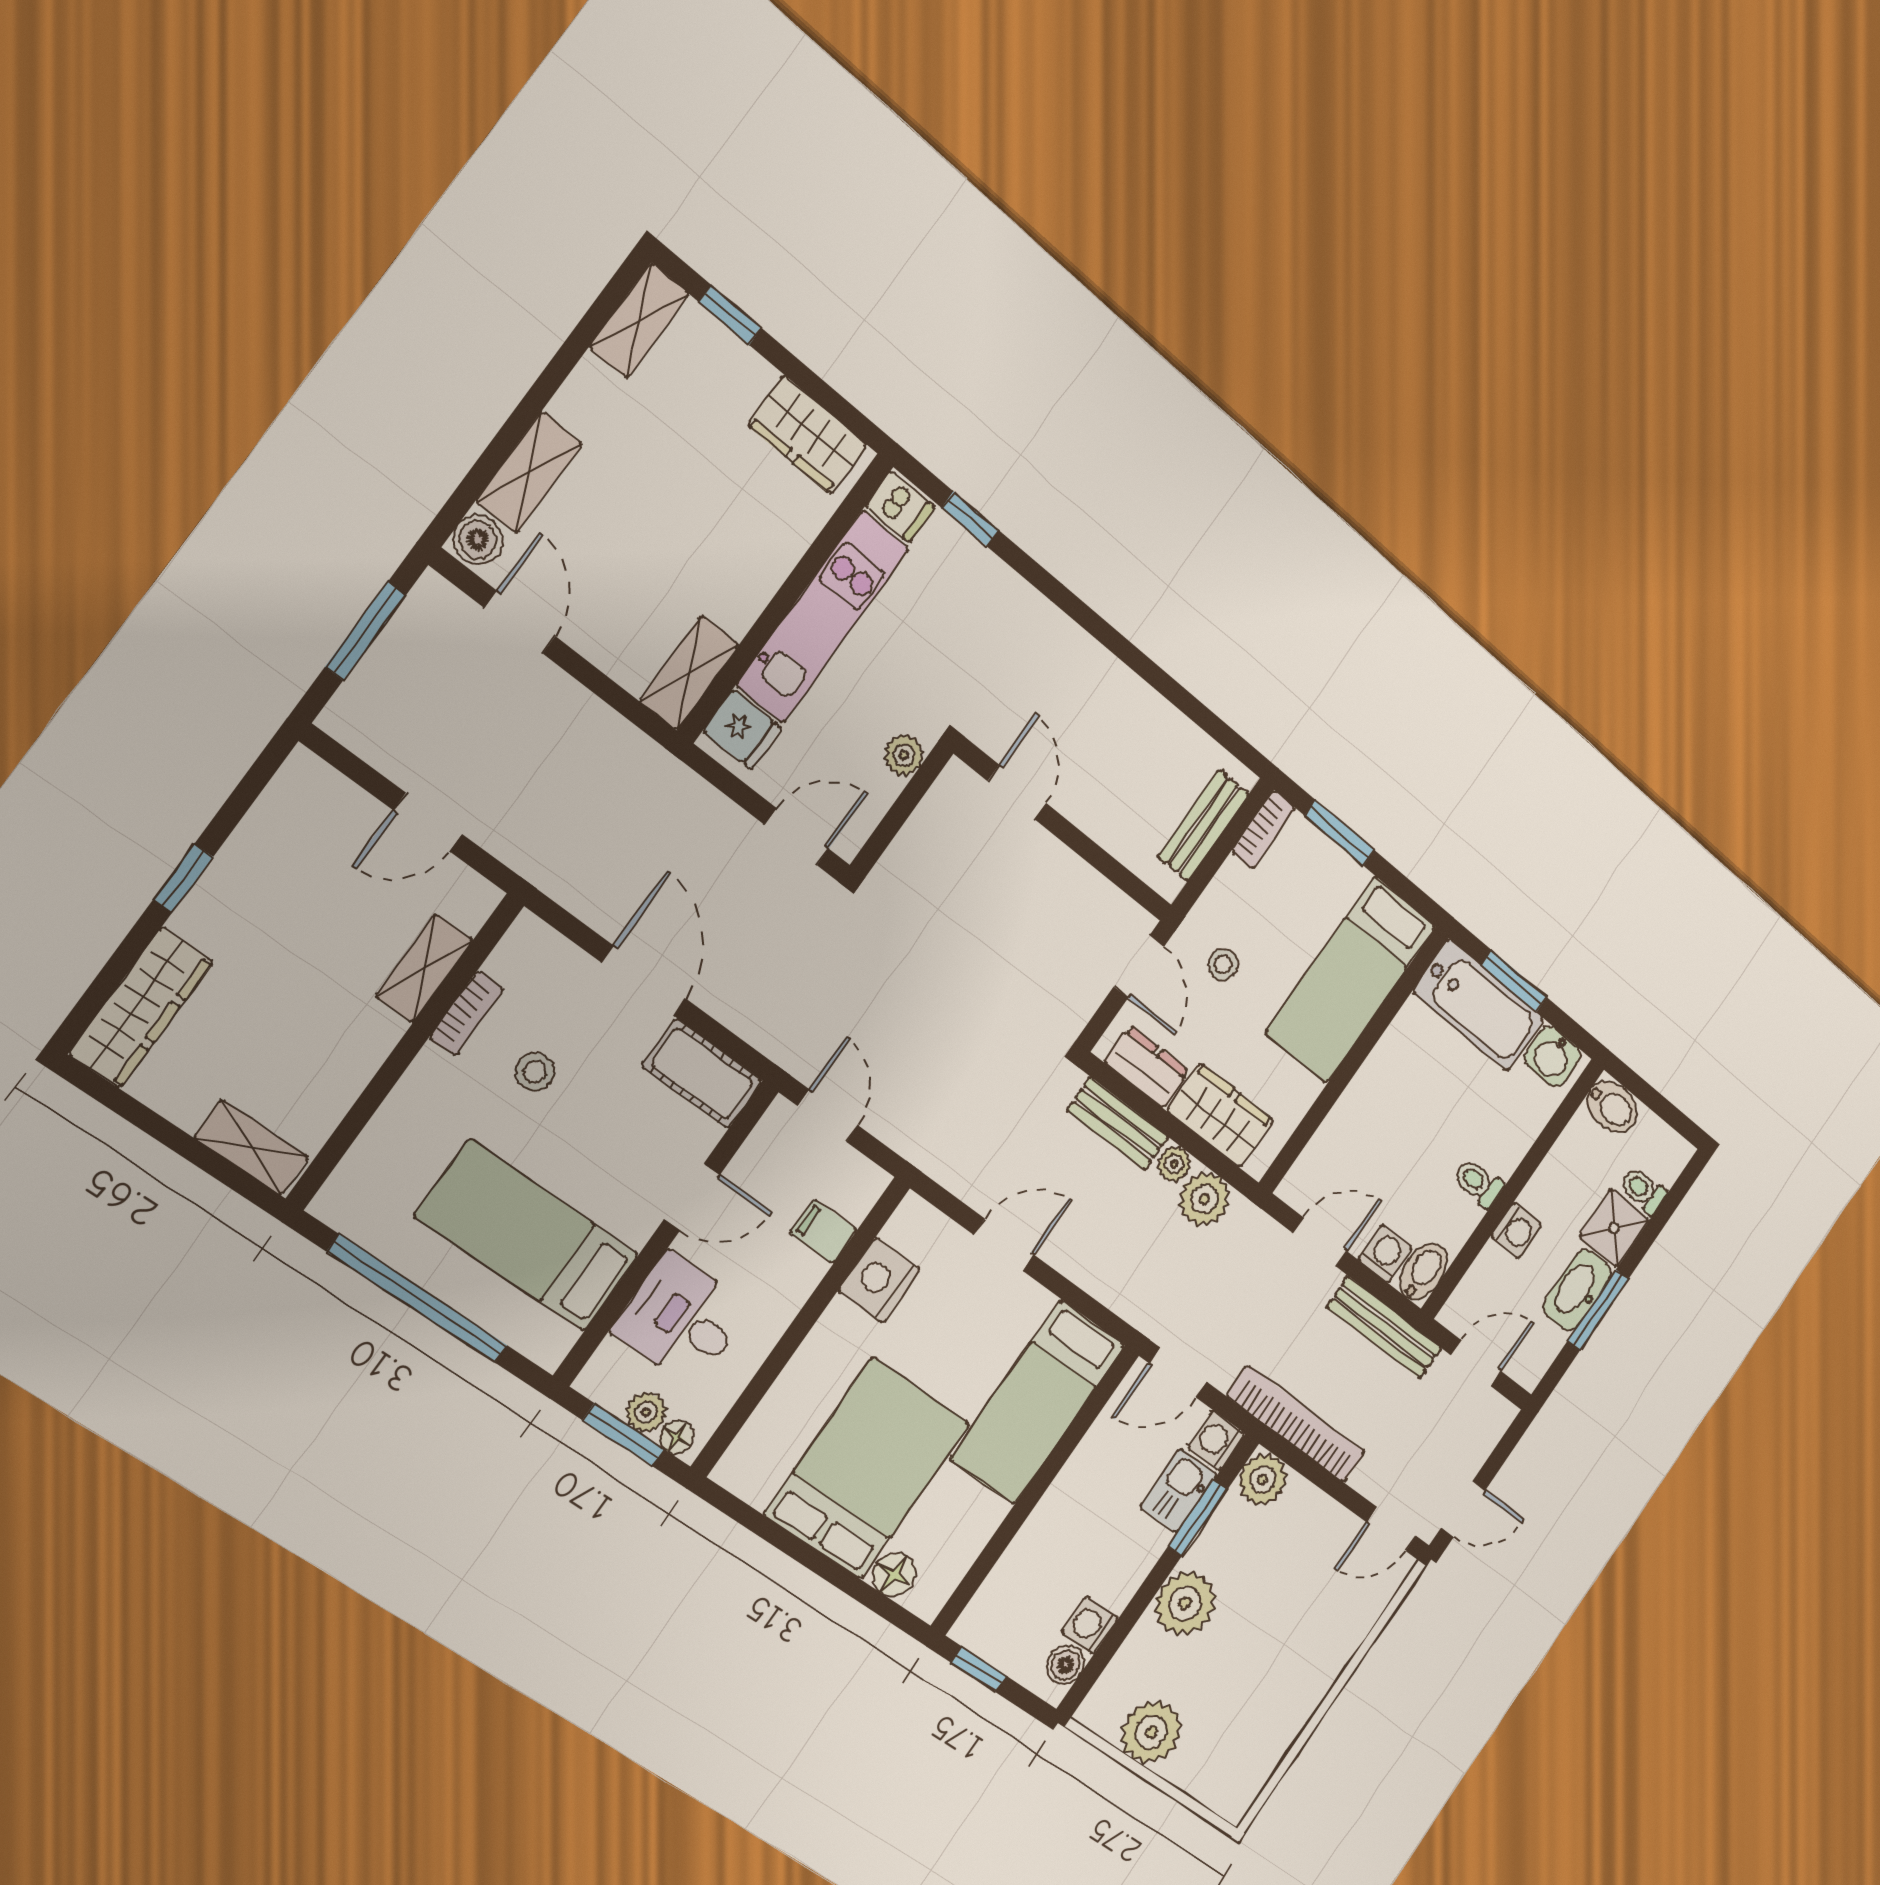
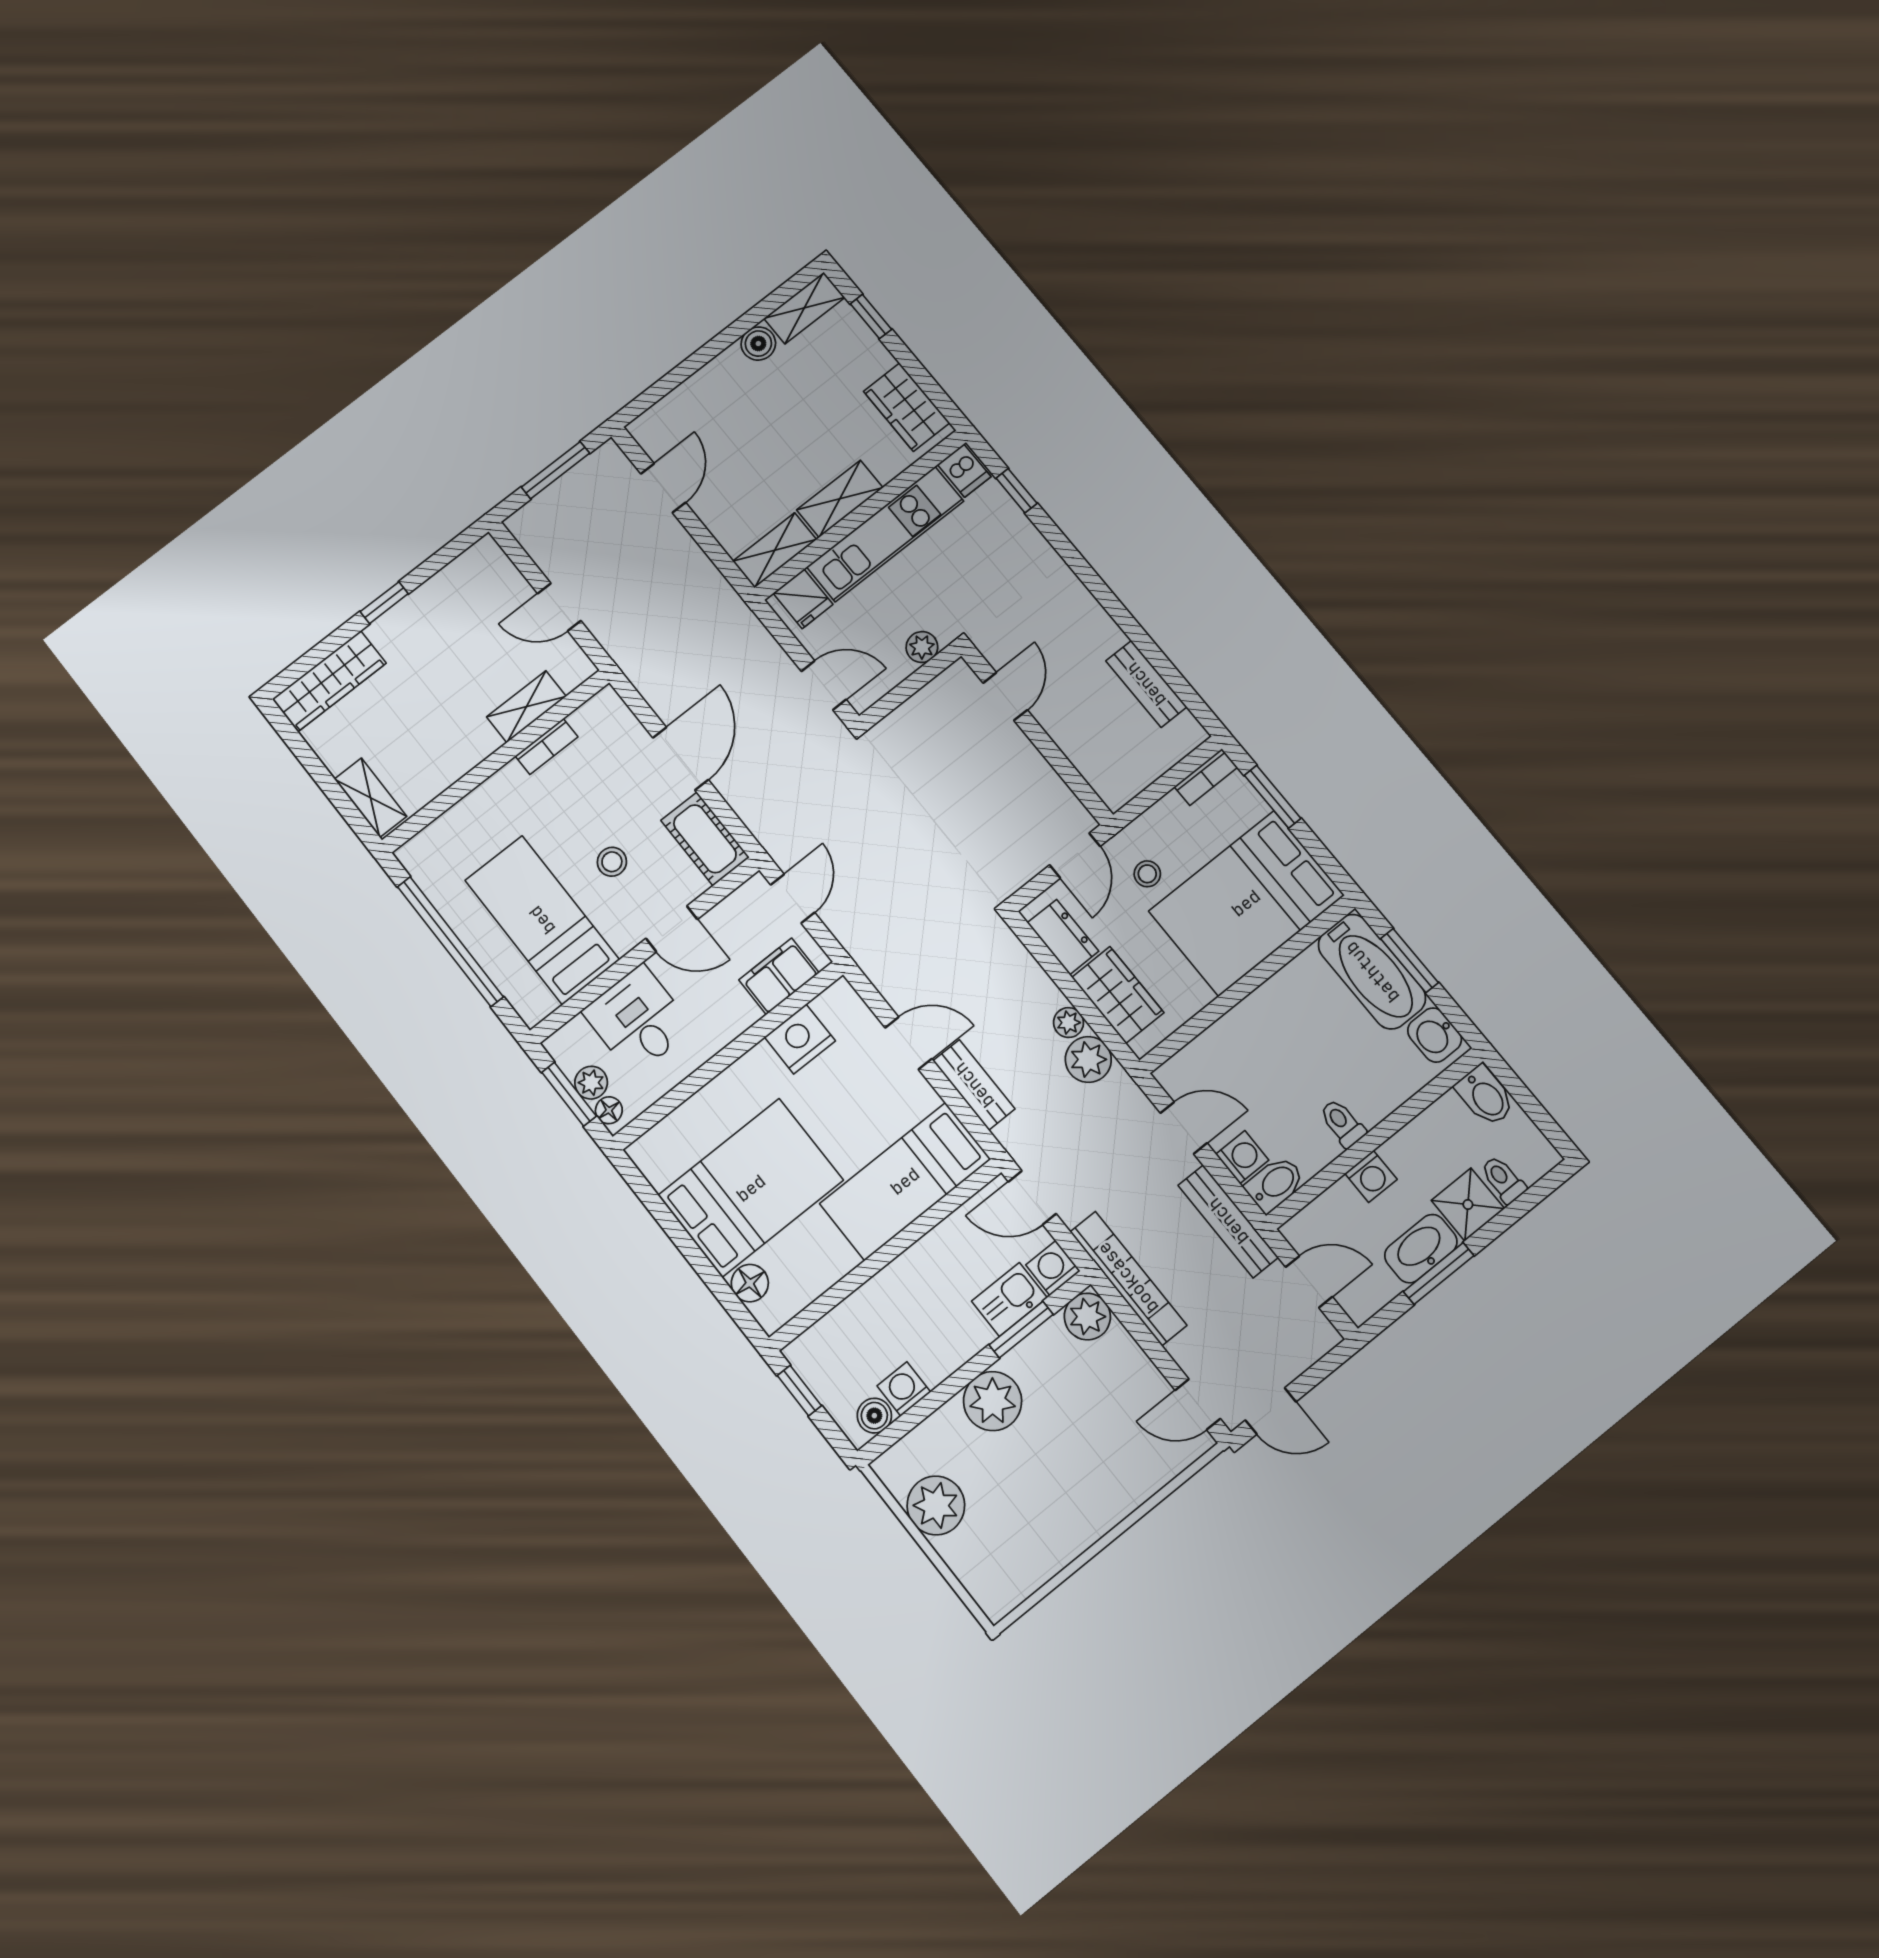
shelving: (529, 472) -> (840, 499), moved
boiler: (478, 540) -> (758, 344), moved
bench: (1203, 825) -> (1146, 684), moved, turned 90
bed: (1351, 979) -> (1246, 903), width x1.50
stool: (535, 1072) -> (612, 862), moved
bench: (1118, 1124) -> (974, 1085), moved
filing cabinet: (824, 1232) -> (779, 976), width x2.00

